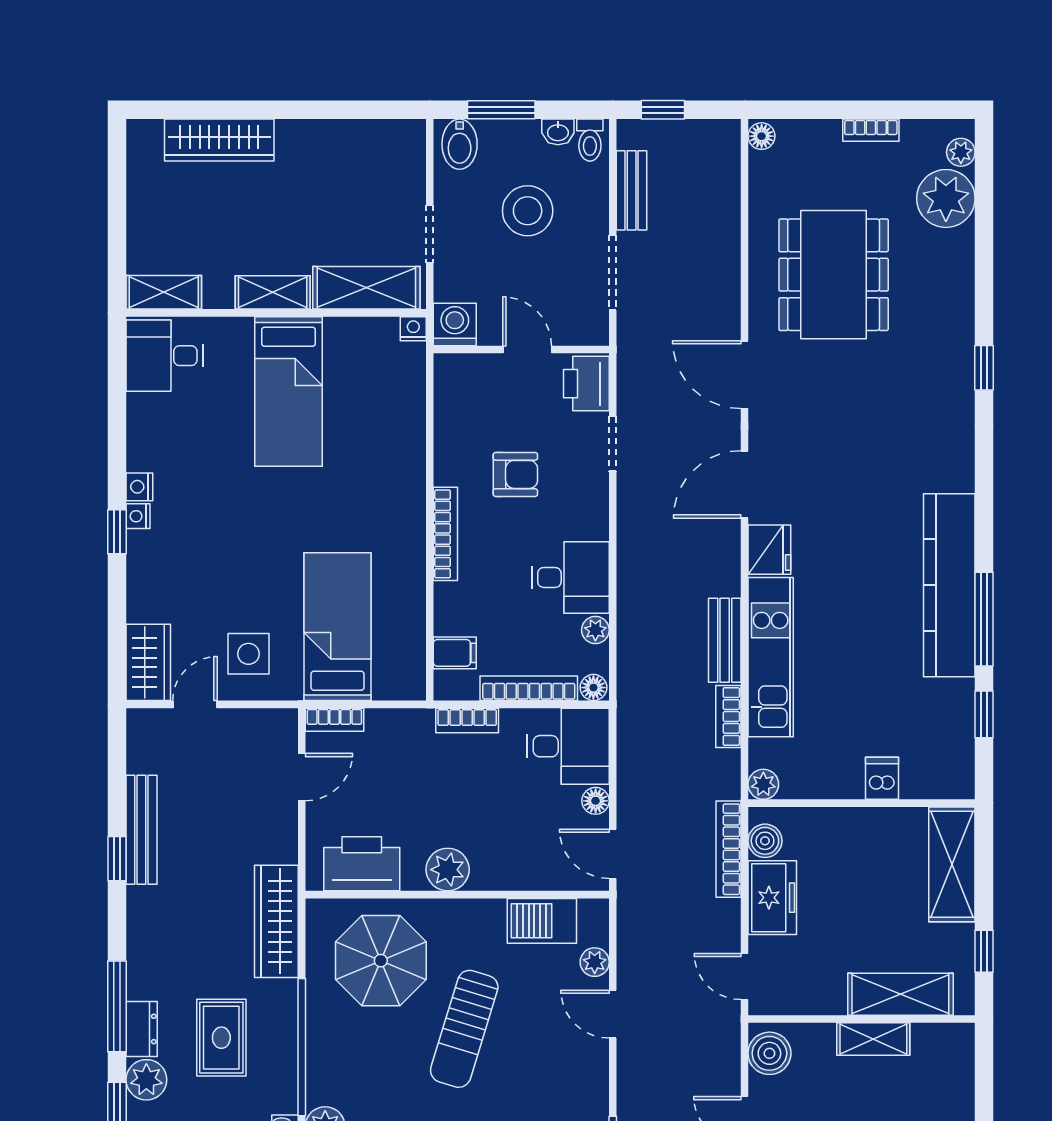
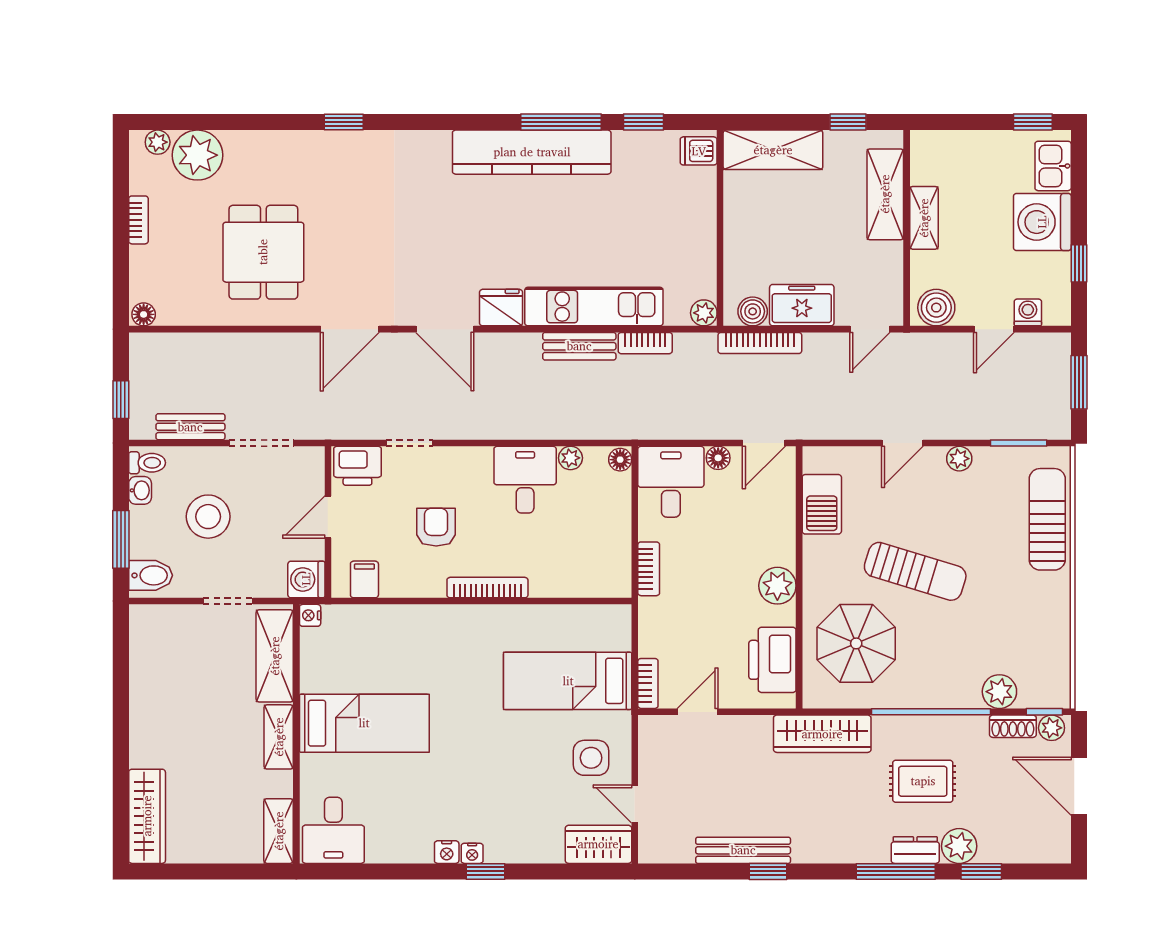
wardrobe: (219, 140) -> (147, 816), moved
dining table: (834, 275) -> (263, 252), width x0.73
filing cabinet: (455, 653) -> (364, 579), moved
bookcase: (529, 688) -> (621, 516), removed
door: (302, 777) -> (697, 712), hinge flipped
dishwasher: (882, 778) -> (699, 151), moved
plant: (595, 962) -> (959, 459), moved

